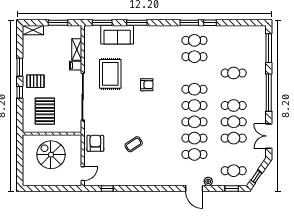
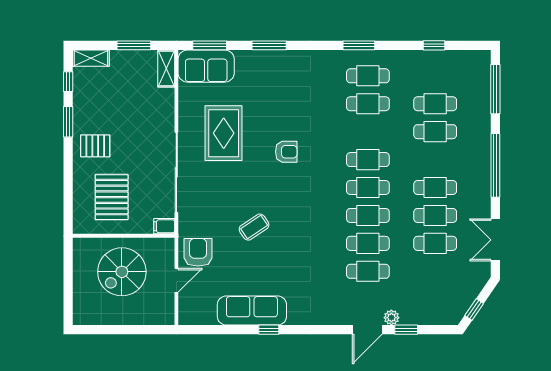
window: (210, 23) -> (434, 45), moved
sofa: (117, 35) -> (206, 66), moved
shelving: (77, 49) -> (166, 68), moved
filing cabinet: (76, 66) -> (164, 226), moved
window: (20, 92) -> (68, 82), moved
coffee table: (134, 144) -> (254, 227), moved
spiral stairs: (51, 155) -> (122, 272), turned -90
cafe table: (234, 171) -> (435, 104), moved
door: (83, 174) -> (176, 280), moved
sofa: (127, 177) -> (252, 311), added
window: (107, 188) -> (269, 330), moved
door: (194, 188) -> (367, 330), hinge flipped
window: (232, 188) -> (406, 330), moved

